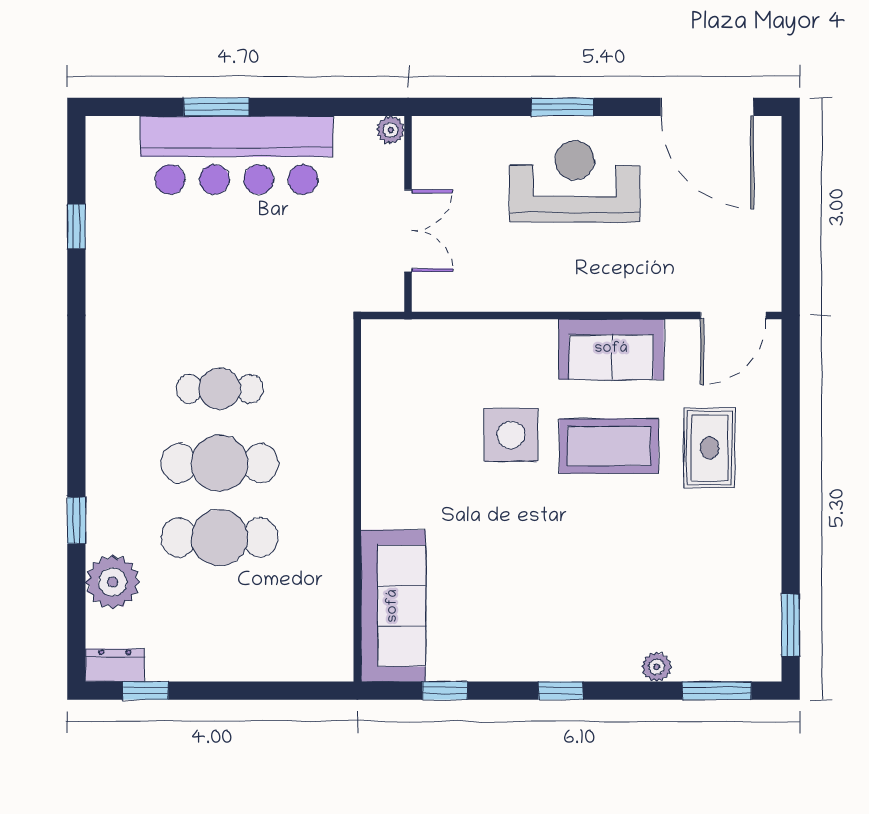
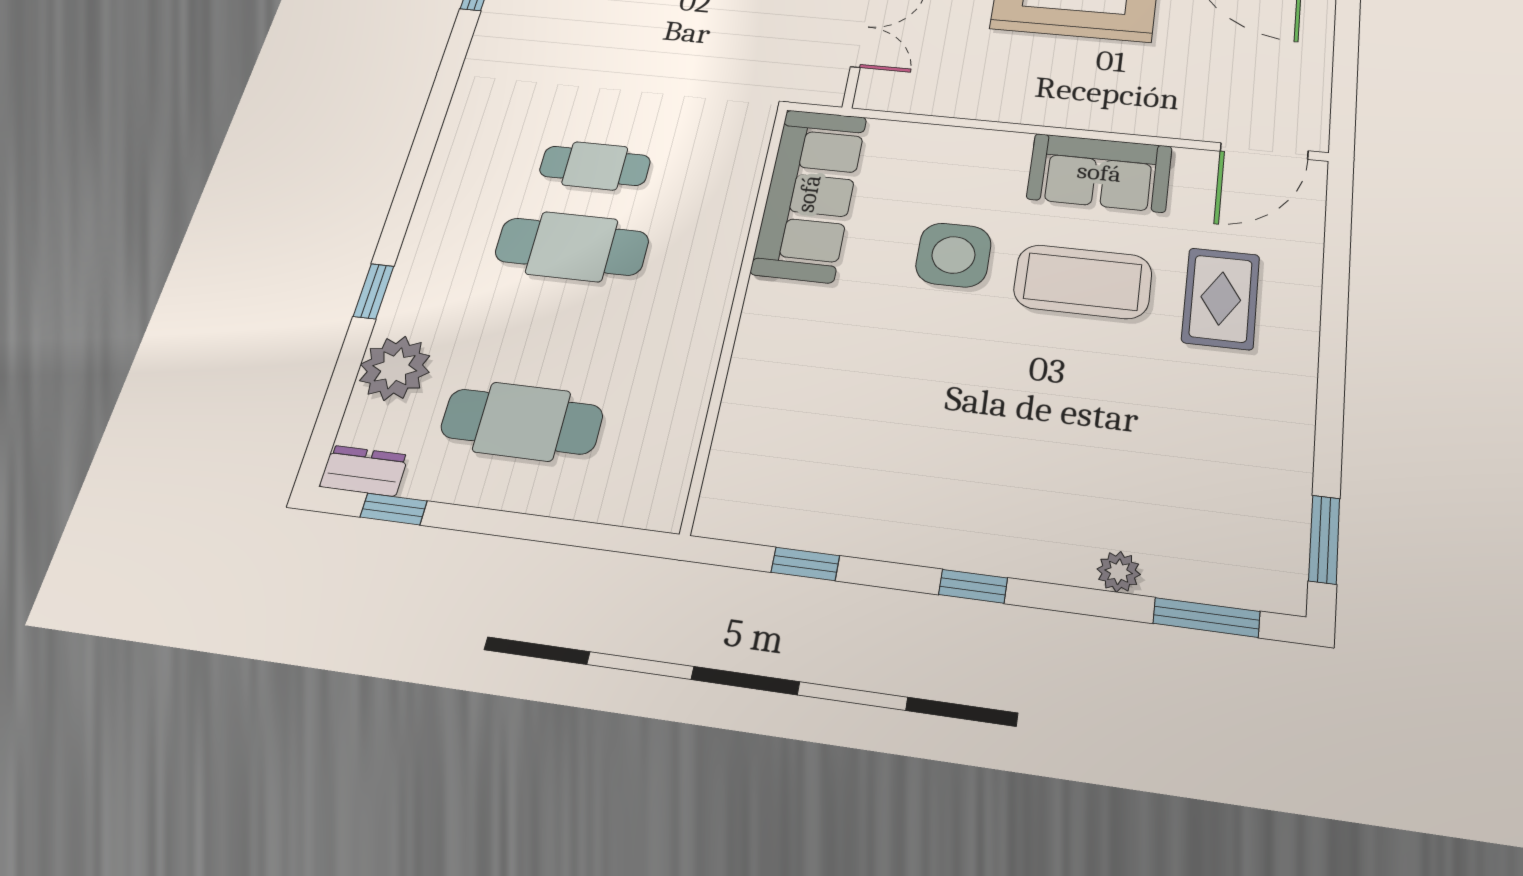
cafe table: (220, 537) -> (522, 421), moved
sofa: (393, 606) -> (809, 194), moved

